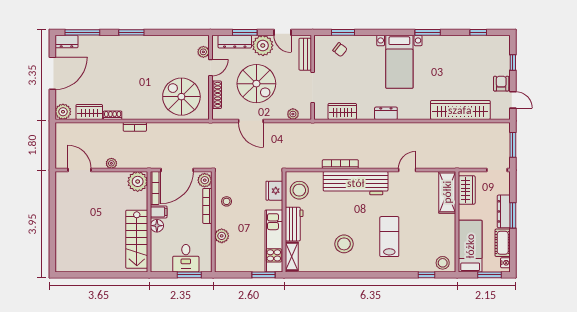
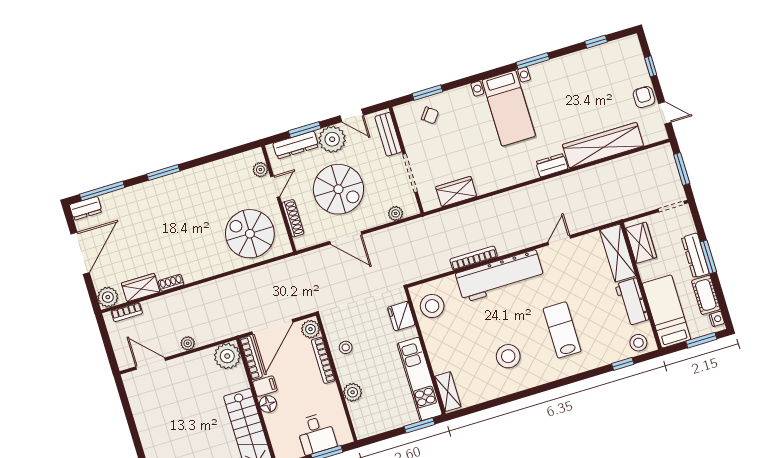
dresser: (386, 113) -> (552, 165), moved
bookcase: (135, 127) -> (127, 312), moved
workbench: (294, 224) -> (632, 302), moved, turned 180

